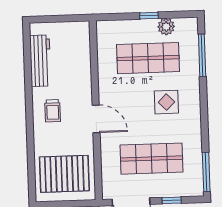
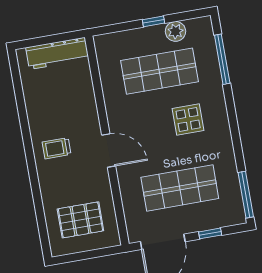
workbench: (40, 61) -> (57, 53), moved, turned 90
trolley: (53, 111) -> (57, 148), turned 90
pallet: (64, 174) -> (80, 220), width x0.73, depth x0.71

